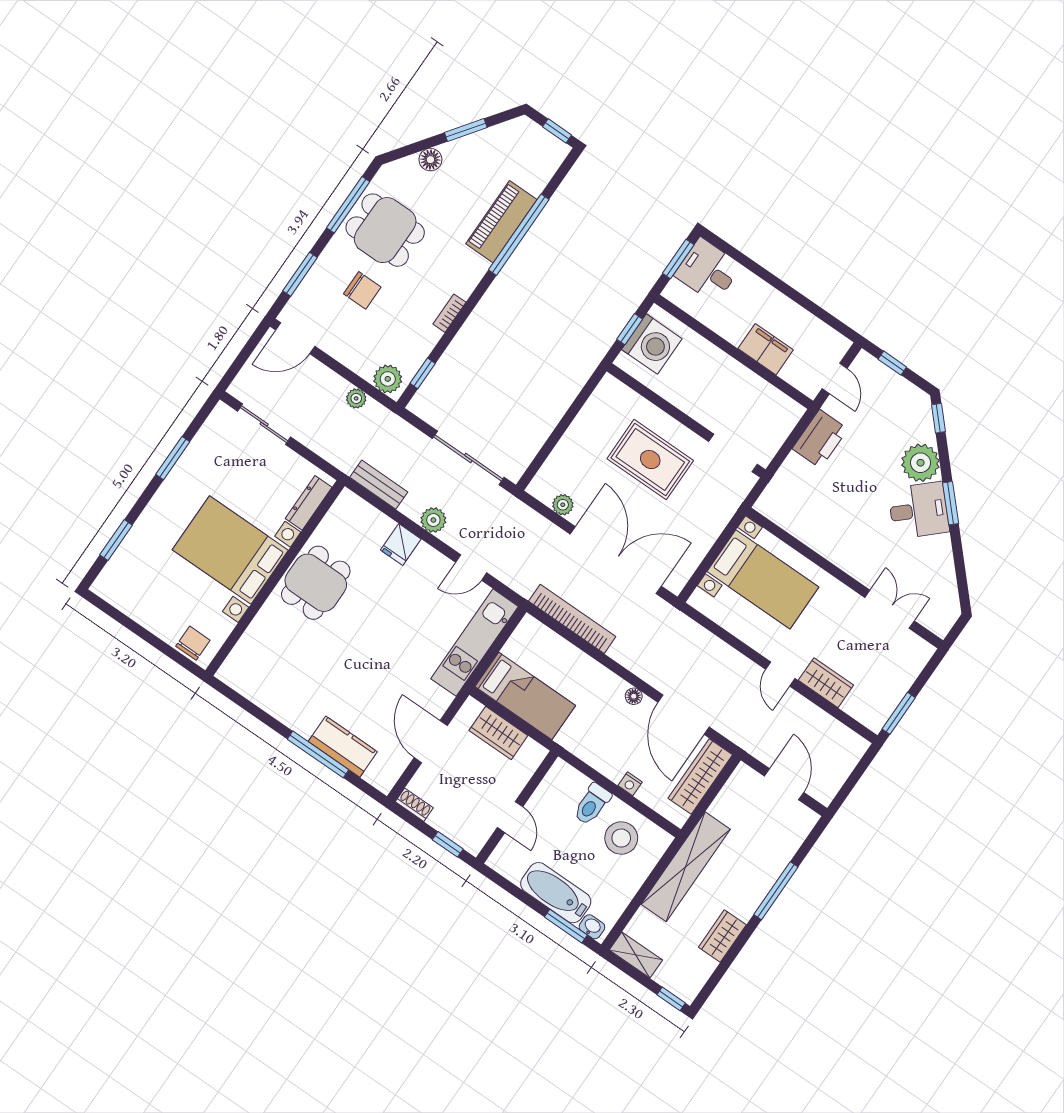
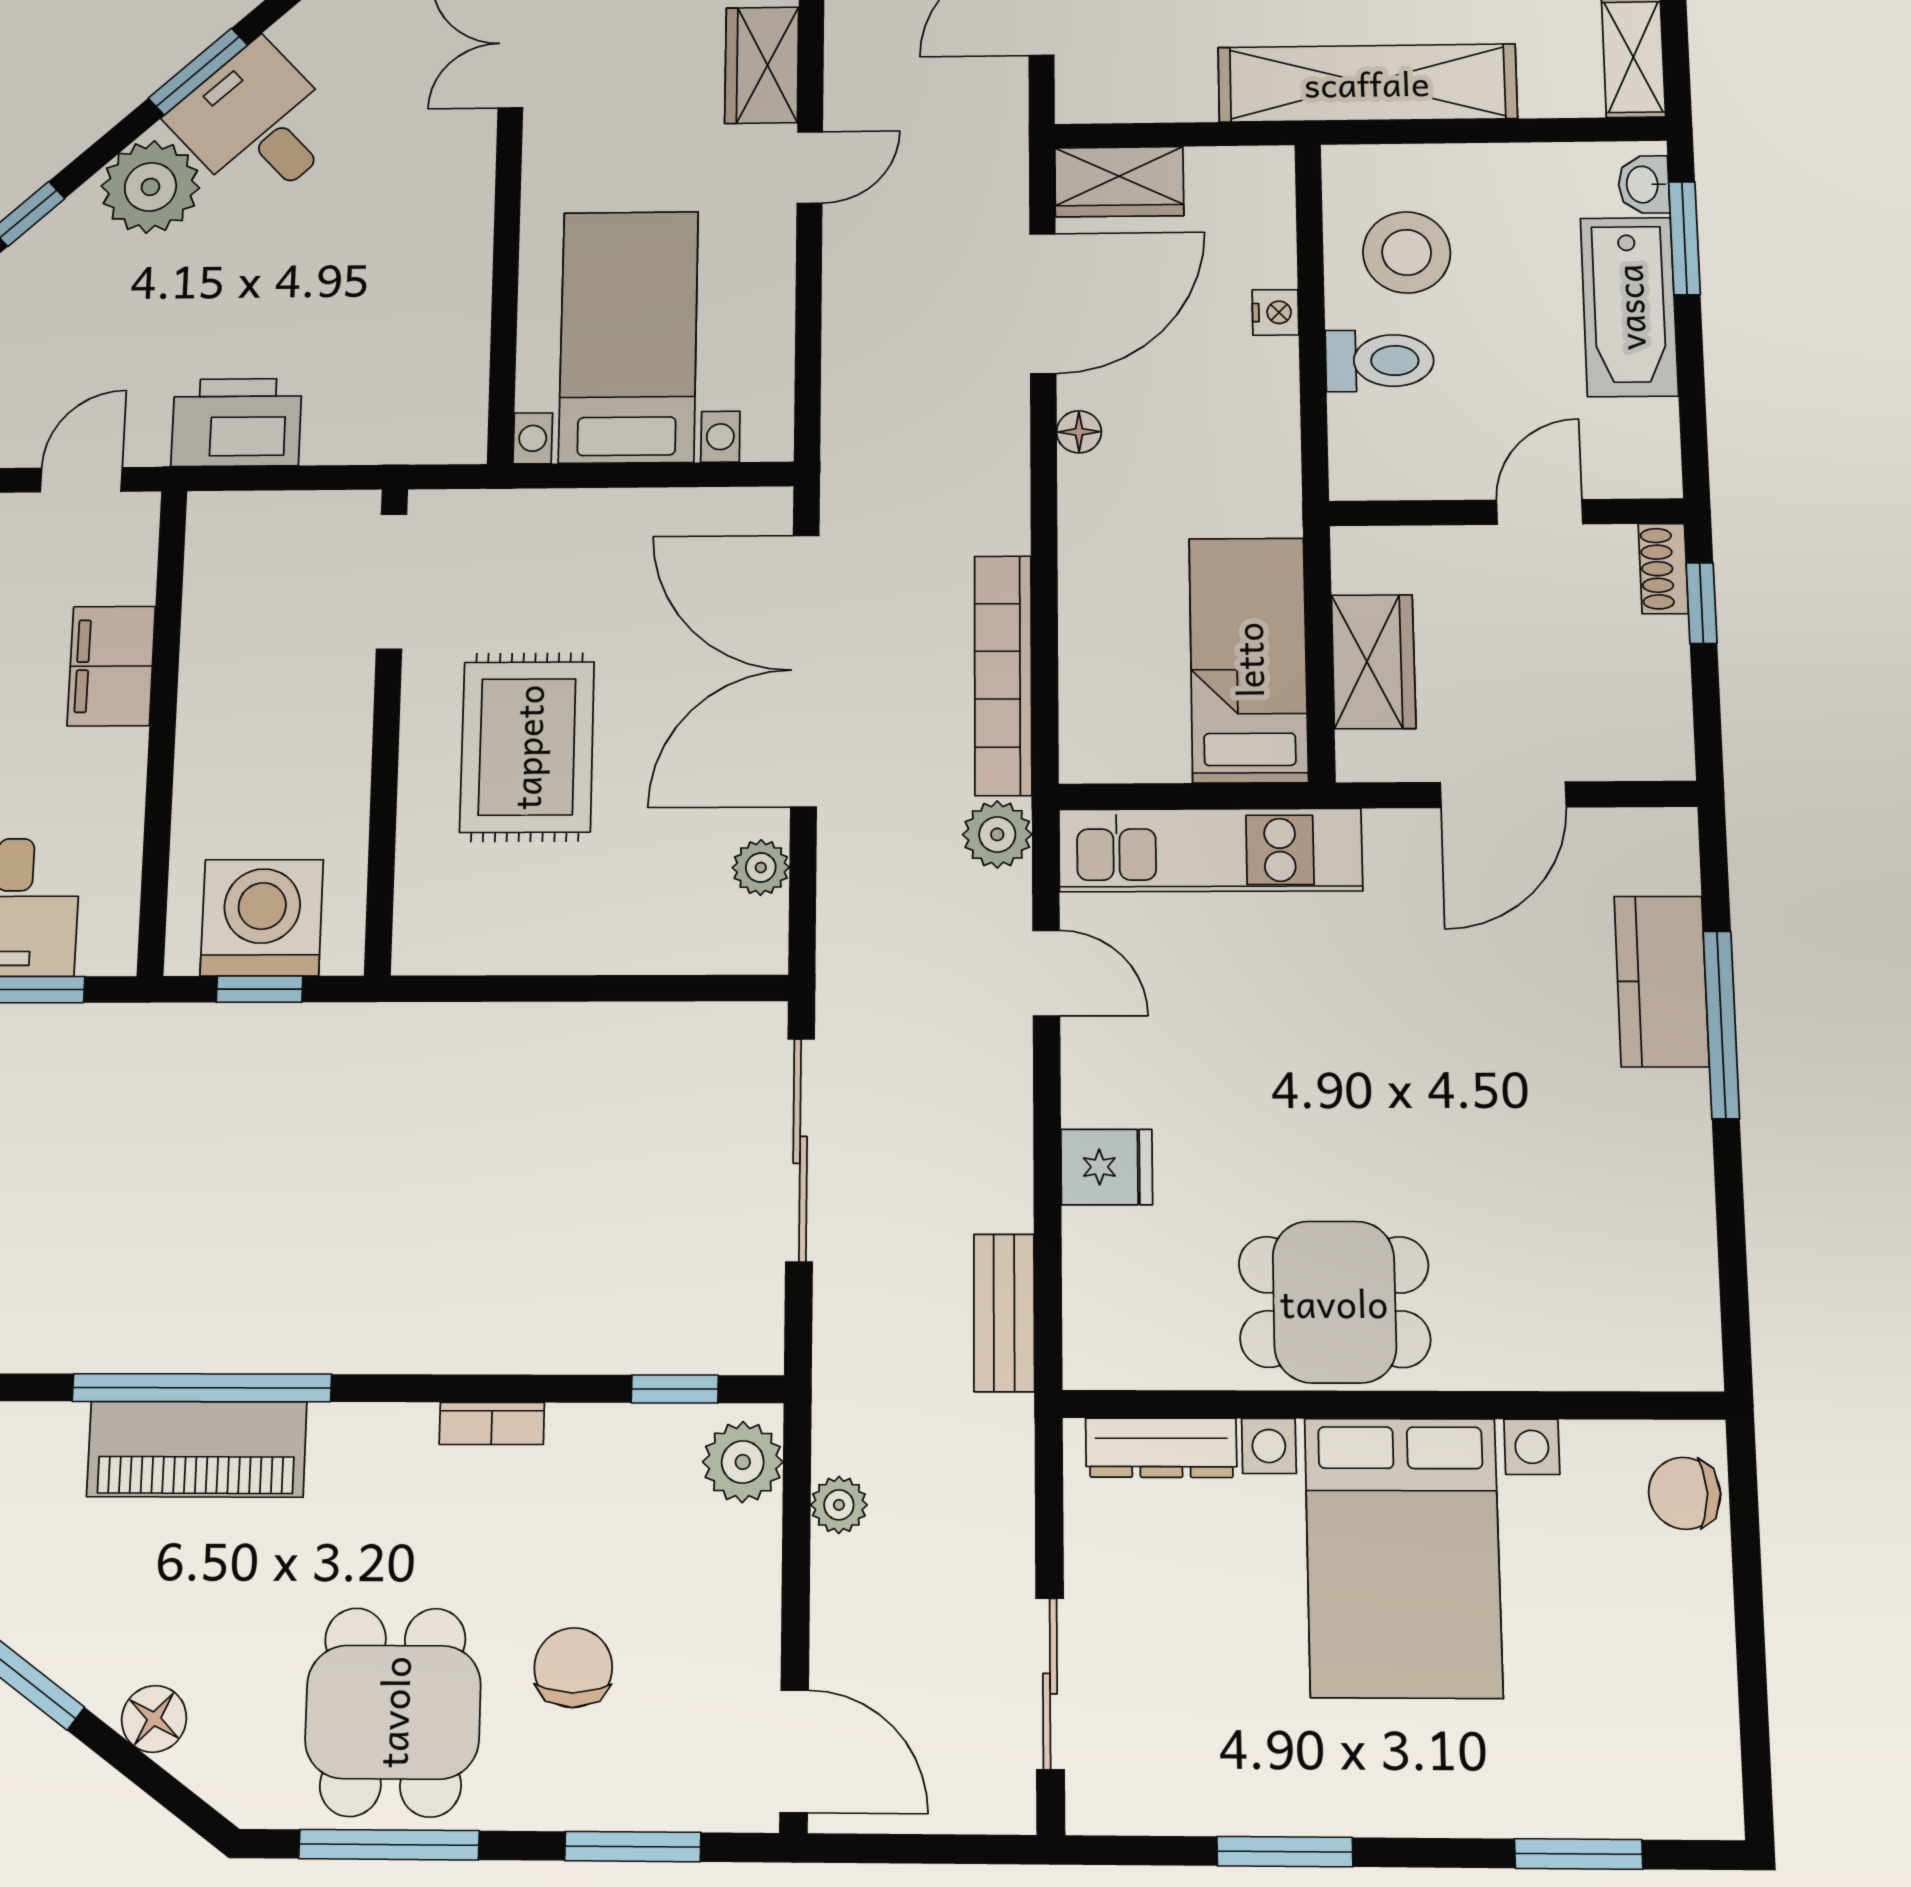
plant: (433, 520) -> (997, 834), moved
wardrobe: (700, 777) -> (1119, 182), width x0.67
shoe rack: (414, 805) -> (1663, 569), moved

